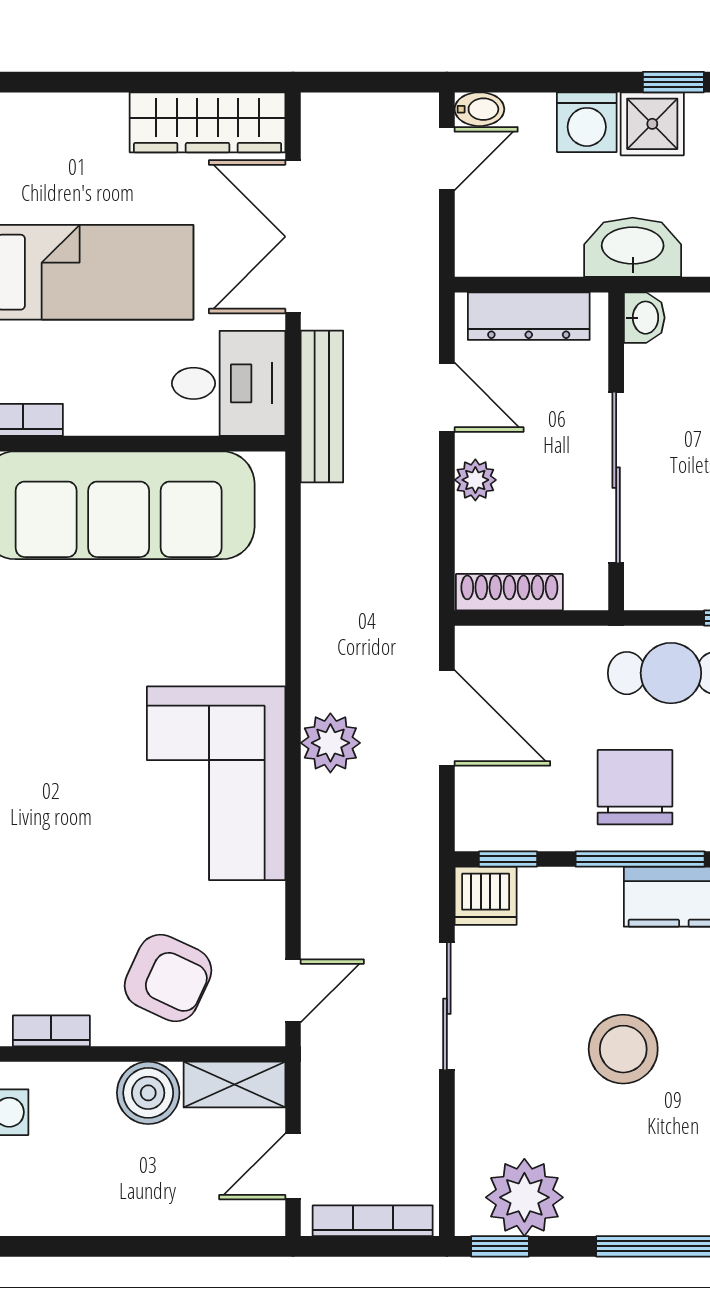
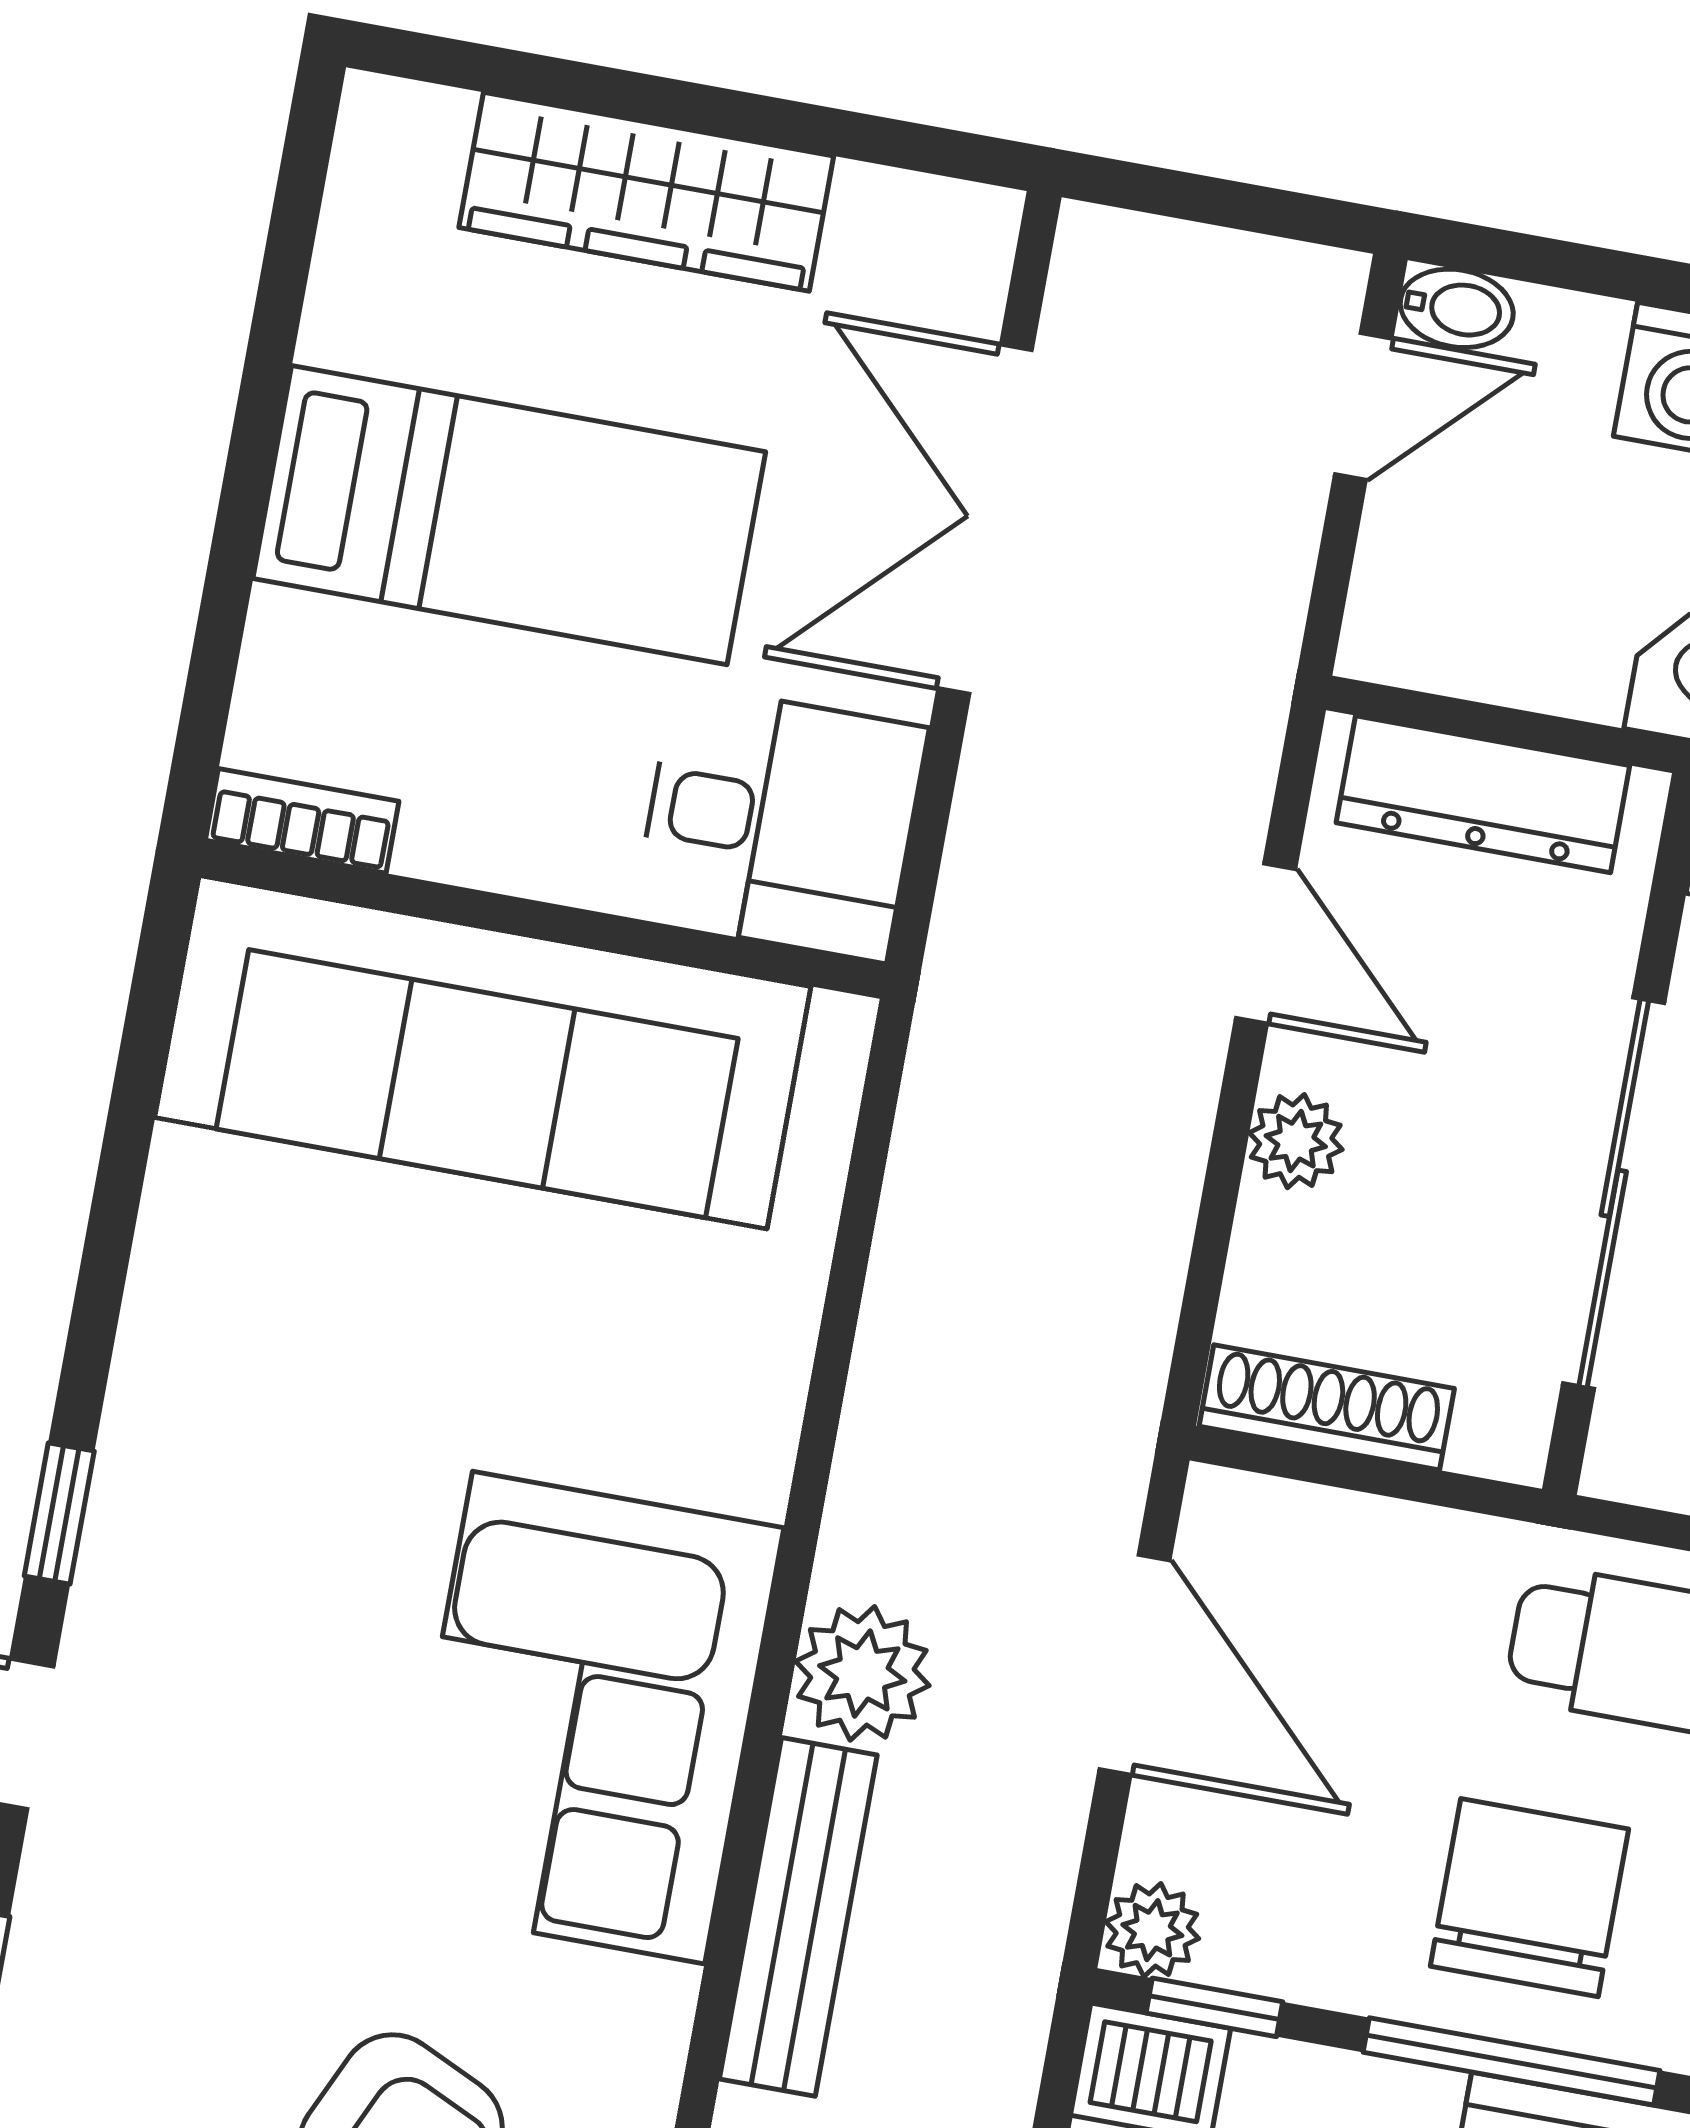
wardrobe: (208, 122) -> (646, 192), moved
bench: (322, 407) -> (798, 1917), moved
plant: (475, 831) -> (1152, 1930), added

